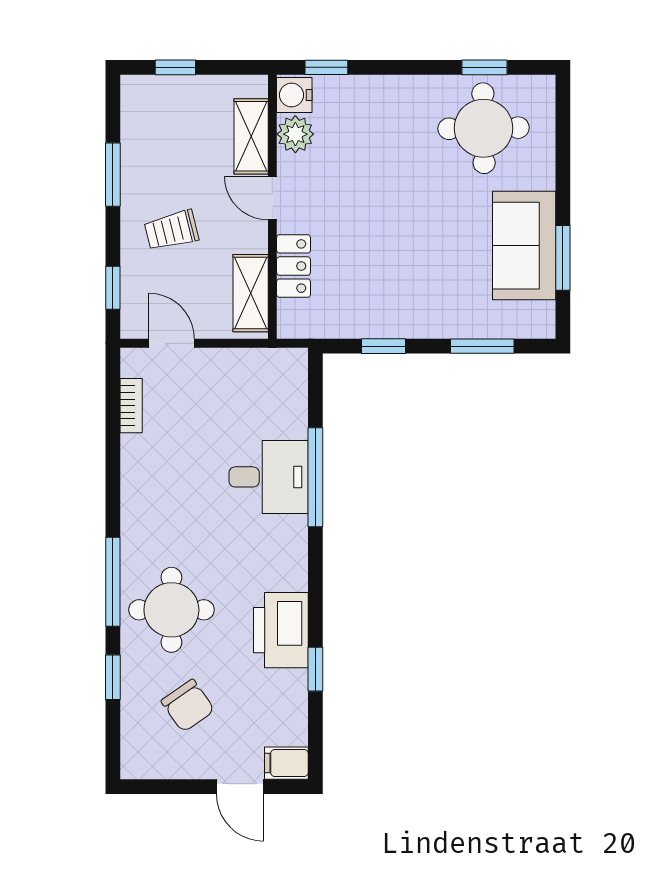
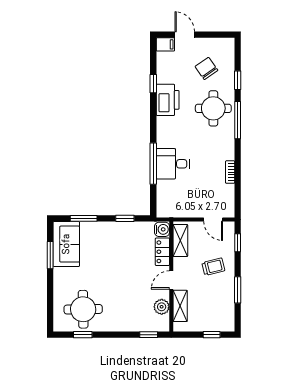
water cooler: (294, 95) -> (162, 229), moved
door: (272, 198) -> (171, 280), swing flipped
sofa: (524, 246) -> (66, 244), moved
bookcase: (131, 406) -> (230, 172), moved

